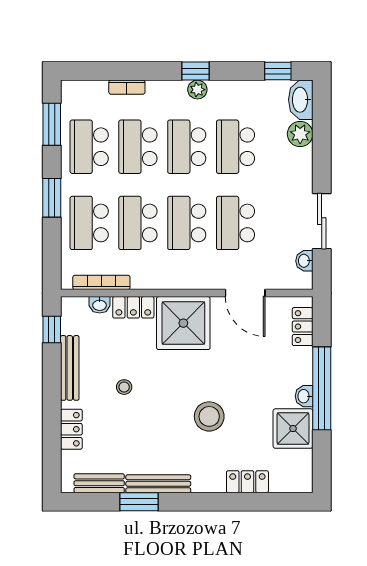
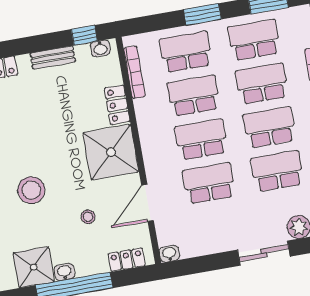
sliding door: (322, 221) -> (264, 253), moved
washbasin: (304, 261) -> (169, 254), moved
washbasin: (100, 305) -> (100, 48), moved, turned -90
bench: (70, 368) -> (53, 57), width x0.73
stool: (124, 387) -> (88, 217), moved

